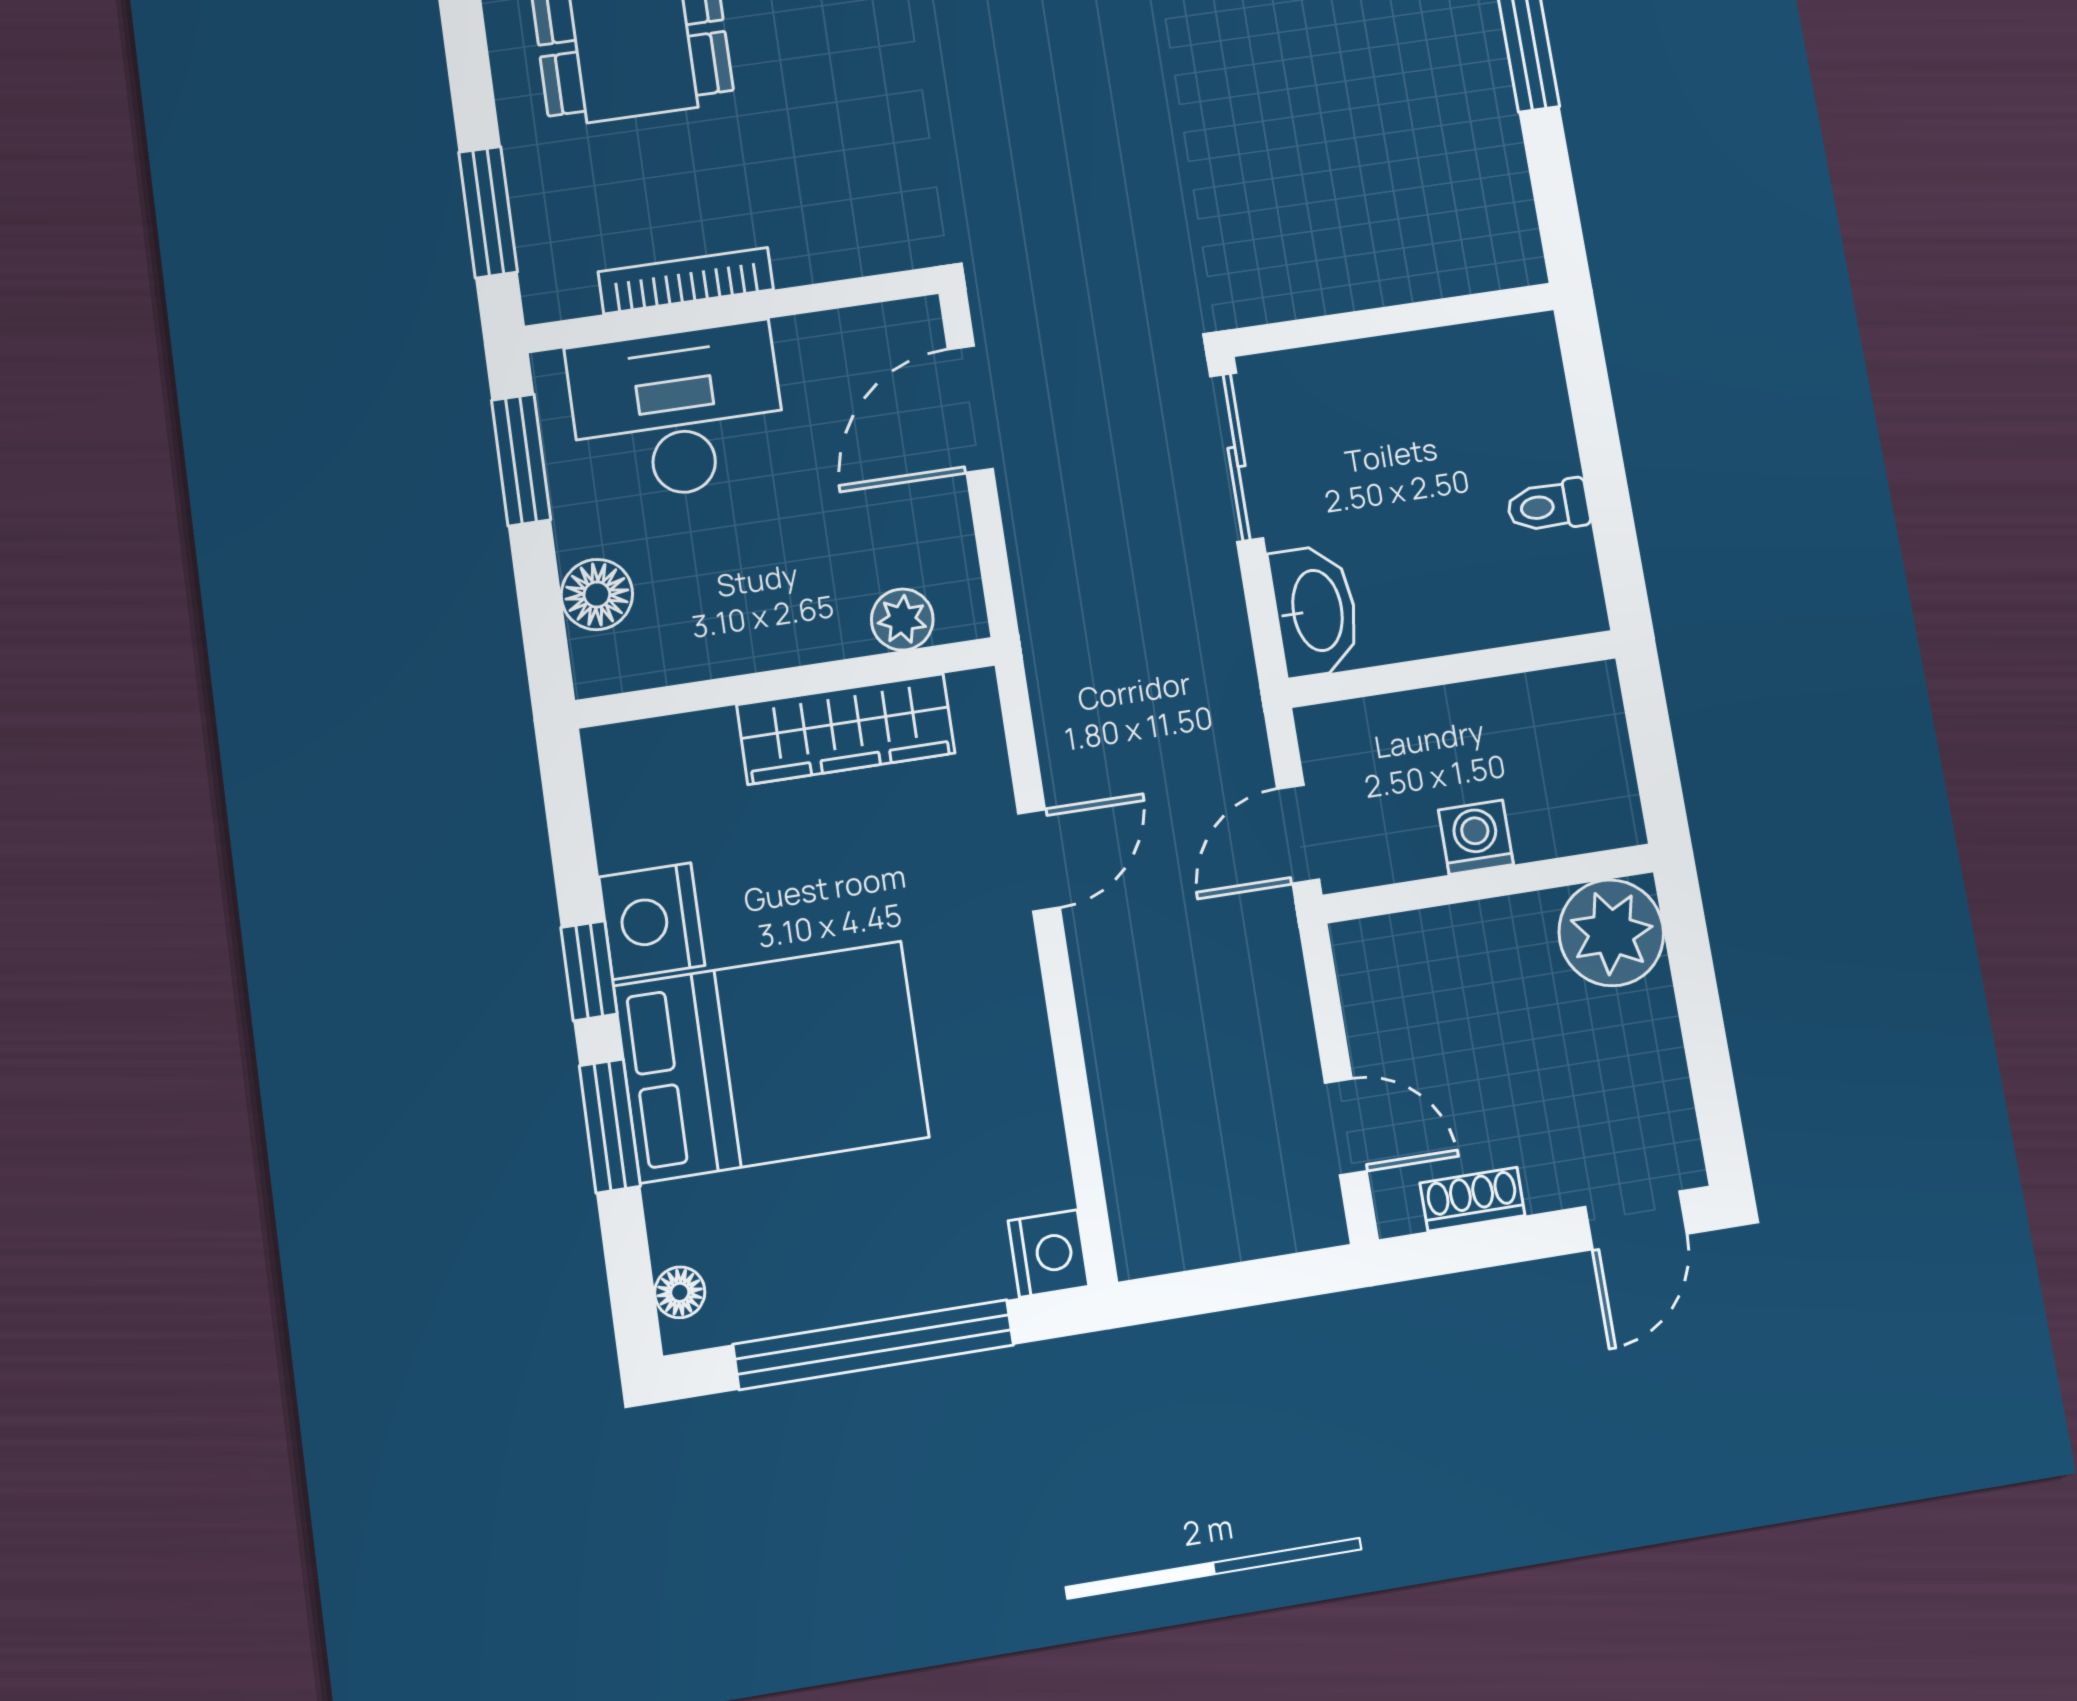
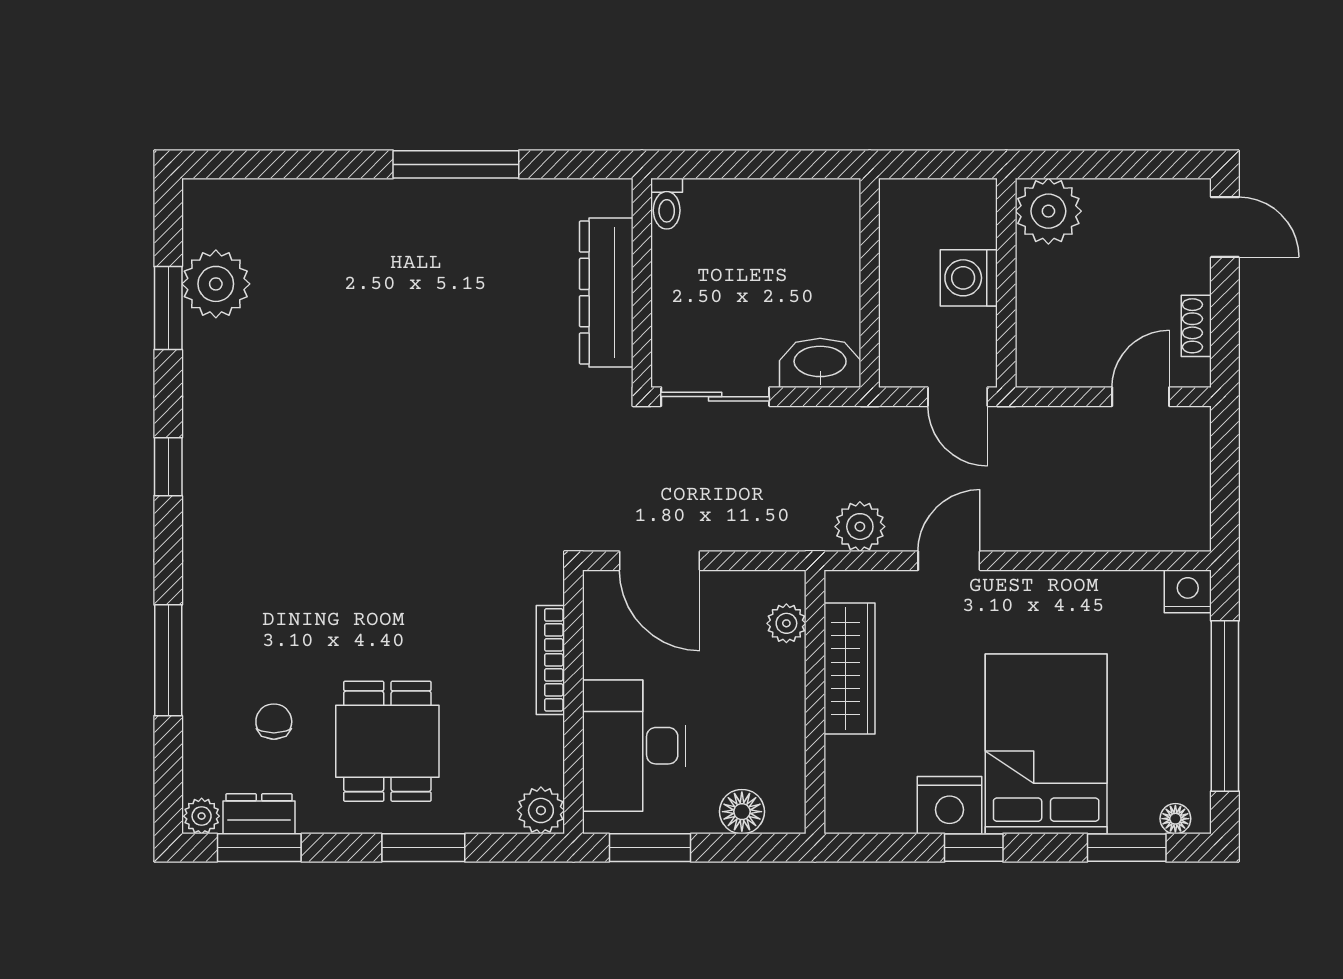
window: (488, 212) -> (423, 848), moved
dresser: (1368, 268) -> (606, 293), added
bookcase: (686, 281) -> (550, 660), moved
plant: (557, 284) -> (541, 810), added
toilet: (1548, 506) -> (667, 204), moved
plant: (1071, 712) -> (860, 527), added
washing machine: (1476, 837) -> (969, 278), width x1.38, depth x1.38
door: (1039, 860) -> (949, 561), hinge flipped
window: (610, 1126) -> (1127, 848), moved

